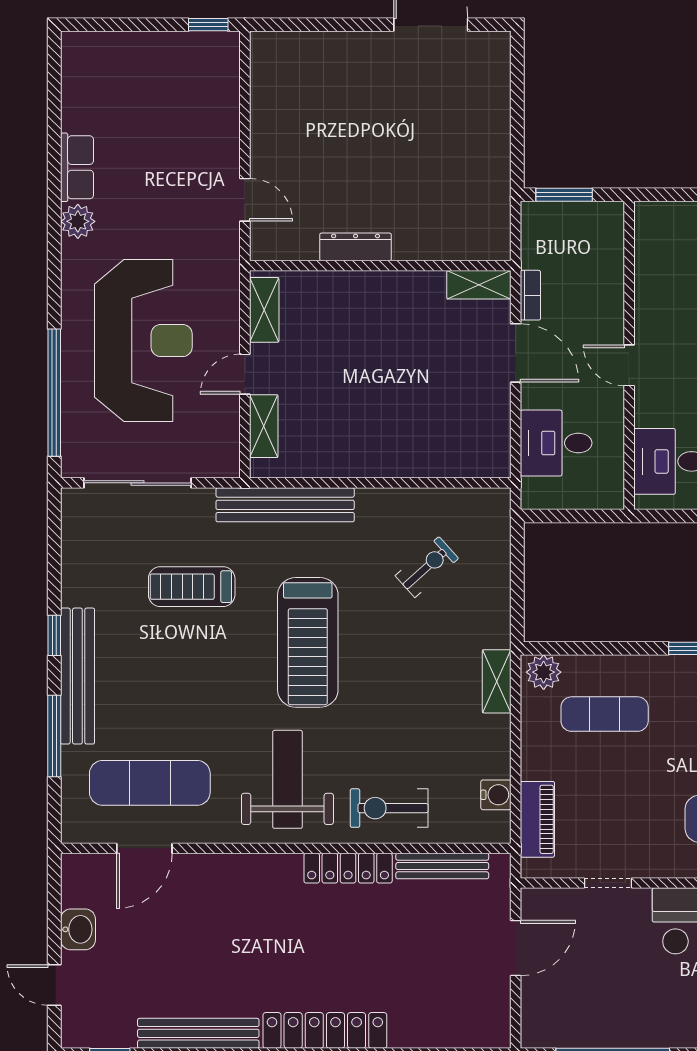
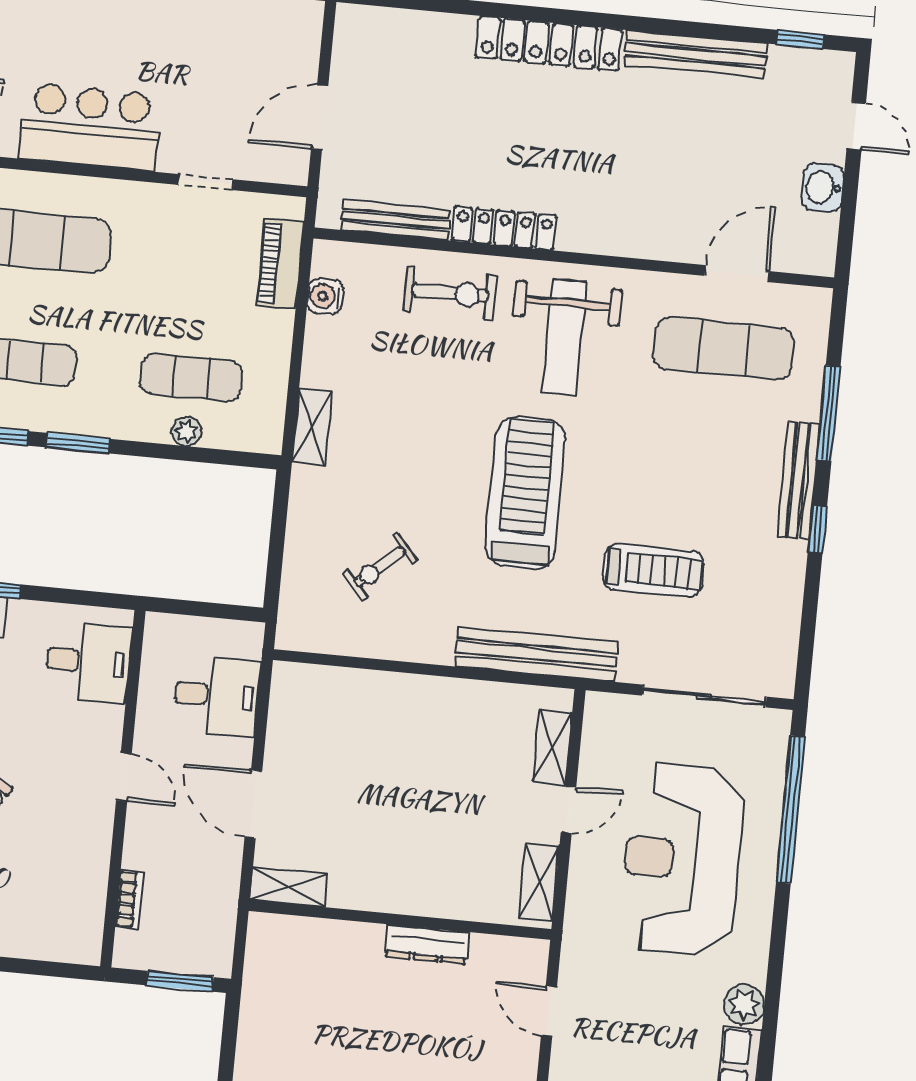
bookcase: (530, 295) -> (129, 899), moved, turned 180
plant: (544, 672) -> (186, 431), moved, width x0.73, depth x0.73
bench: (77, 676) -> (799, 480), width x0.73, depth x0.82

